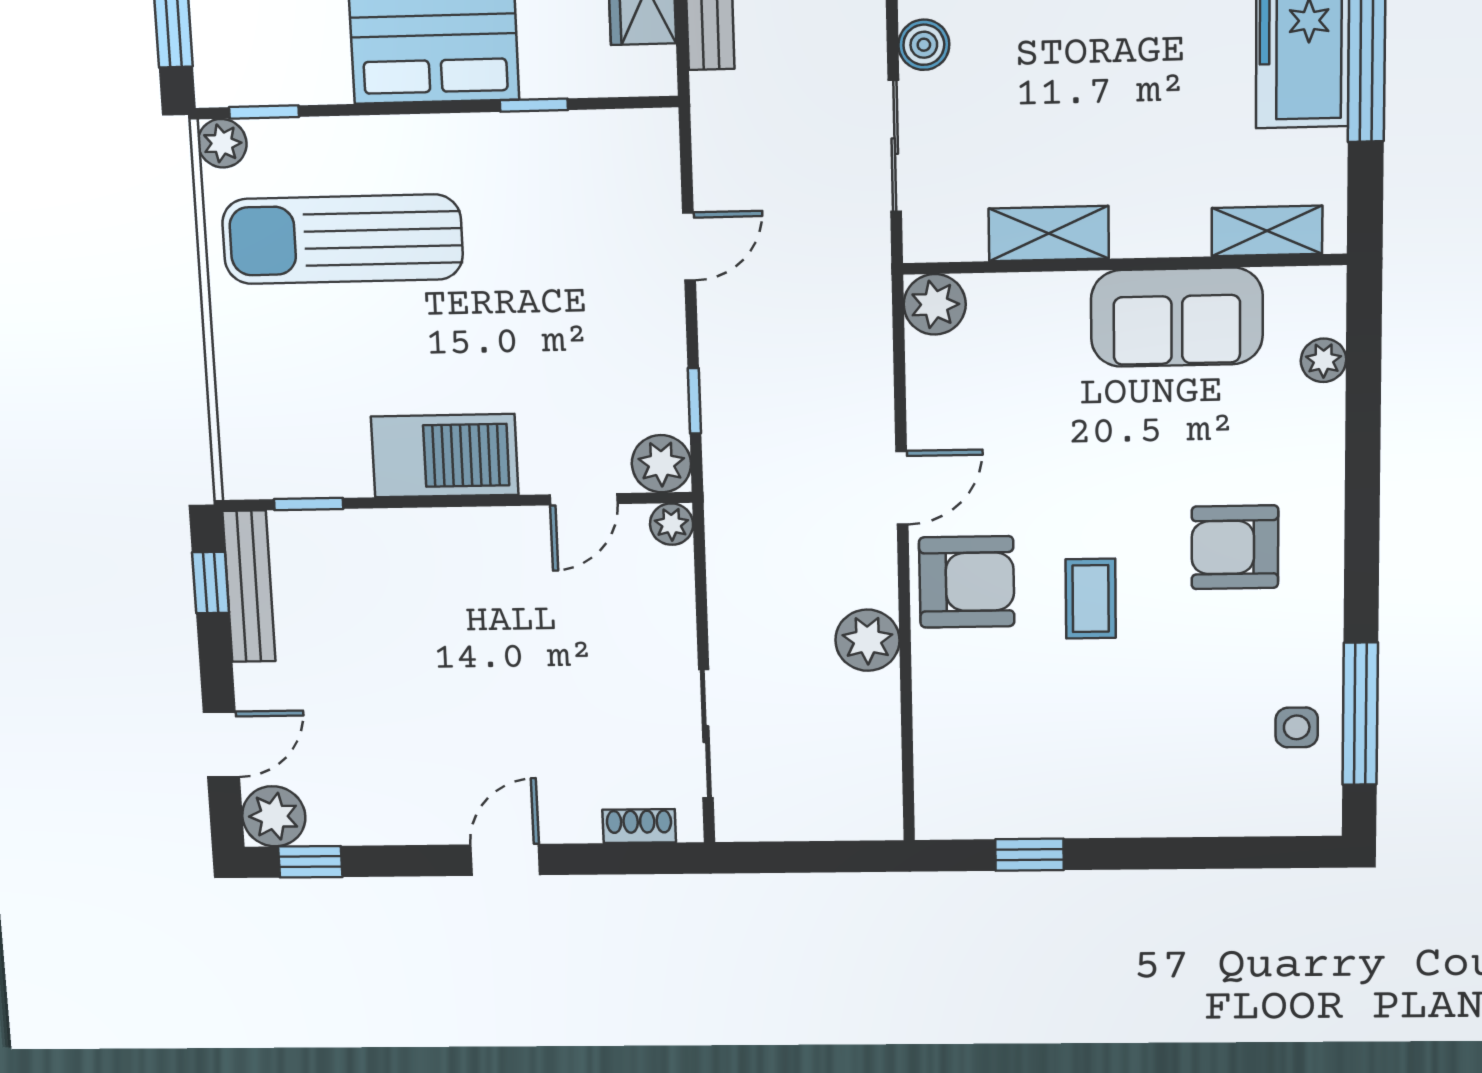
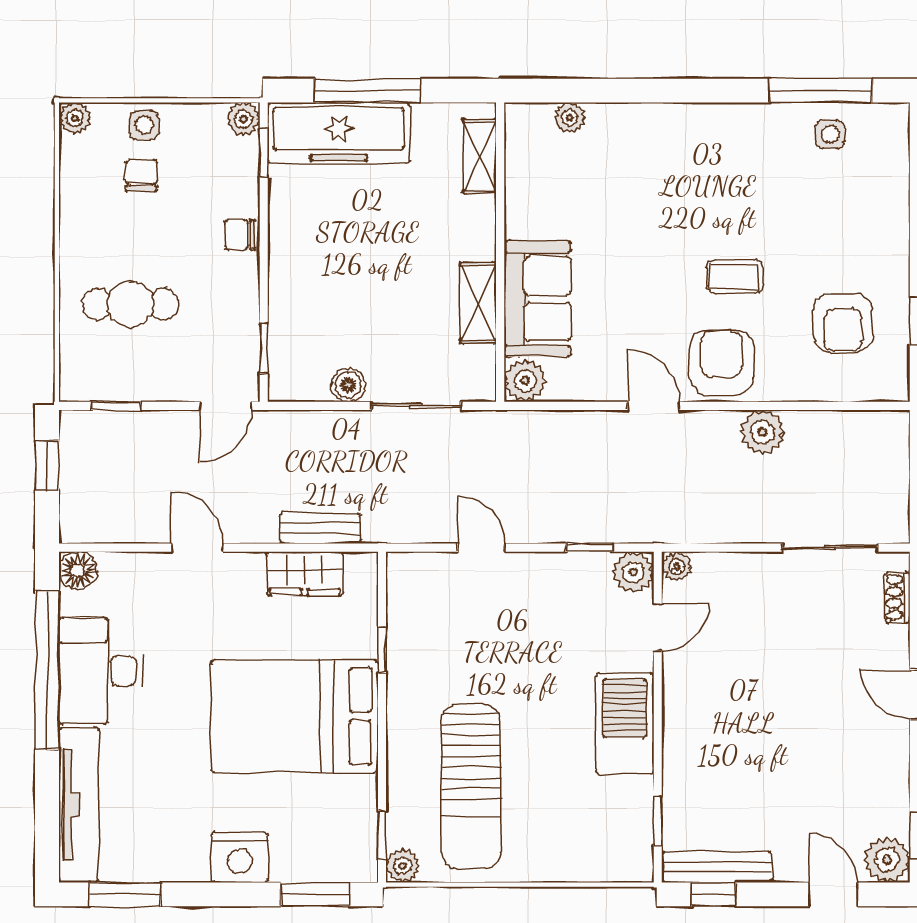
sofa: (1177, 317) -> (538, 299), moved
door: (584, 499) -> (658, 627), hinge flipped
armchair: (1235, 547) -> (843, 323), moved

